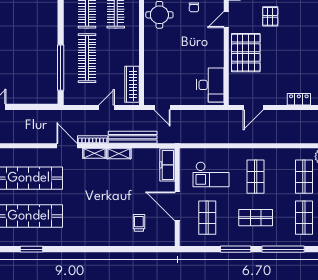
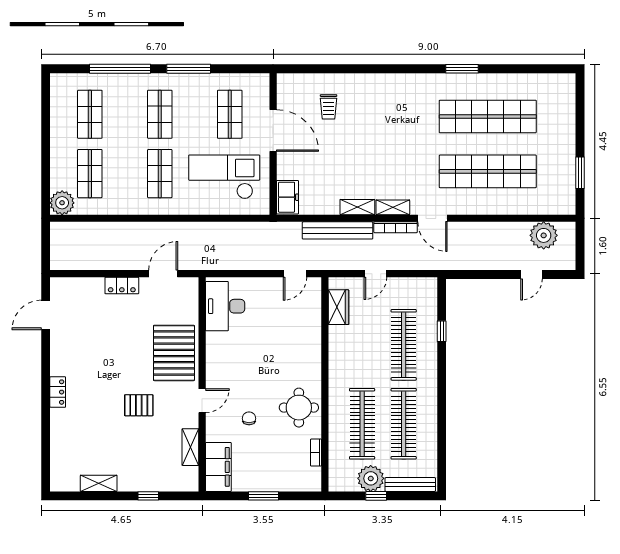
pallet: (270, 16) -> (139, 405), turned 90
window: (61, 68) -> (442, 331), width x0.32
wardrobe: (132, 84) -> (339, 307), width x0.67
locker: (299, 99) -> (122, 286), moved
door: (162, 107) -> (295, 274), swing flipped
freezer: (167, 165) -> (287, 197), width x0.71
checkout: (211, 174) -> (224, 177), width x1.36, depth x1.21
shop shelf: (256, 218) -> (160, 114), turned 90
window: (31, 249) -> (462, 69), moved

